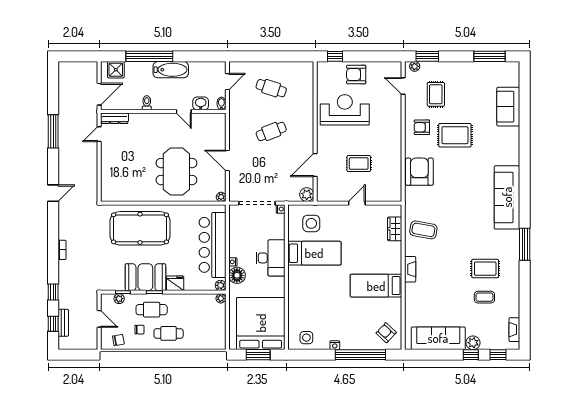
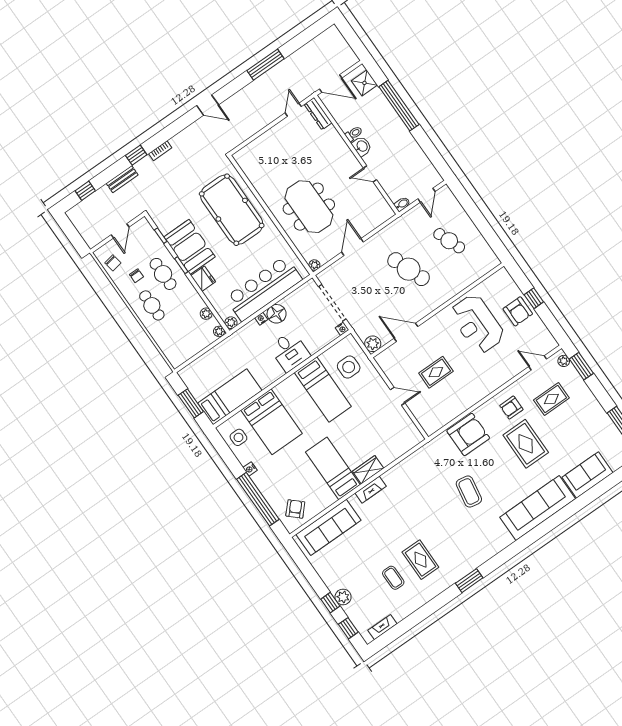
window: (335, 56) -> (534, 298), moved
bathtub: (171, 70) -> (400, 134), removed
armchair: (356, 75) -> (518, 311), turned 180
door: (227, 82) -> (426, 195), hinge flipped
door: (403, 86) -> (538, 363), hinge flipped
cafe table: (271, 88) -> (449, 241), turned -39
washbasin: (201, 103) -> (362, 146), moved
reception desk: (345, 110) -> (477, 324), turned 180
door: (184, 111) -> (370, 174), hinge flipped
armchair: (422, 127) -> (511, 408), turned -90
cafe table: (271, 131) -> (409, 269), width x1.37, depth x1.35
door: (99, 134) -> (293, 110), hinge flipped
rug: (359, 164) -> (436, 372), turned 90
meeting table: (176, 172) -> (309, 207), turned 90
sofa: (507, 197) -> (538, 508), moved
wardrobe: (395, 229) -> (368, 470), moved
coffee table: (423, 230) -> (469, 492), moved
window: (525, 244) -> (469, 581), width x0.69
desk: (270, 258) -> (290, 351), width x0.73
floor lamp: (237, 275) -> (277, 314), moved
window: (53, 292) -> (136, 155), moved
plant: (119, 299) -> (206, 314), moved
bed: (312, 306) -> (272, 422), added
bench: (63, 323) -> (122, 179), moved
bed: (261, 323) -> (230, 397), width x0.49
sofa: (438, 338) -> (328, 527), moved, turned 90

